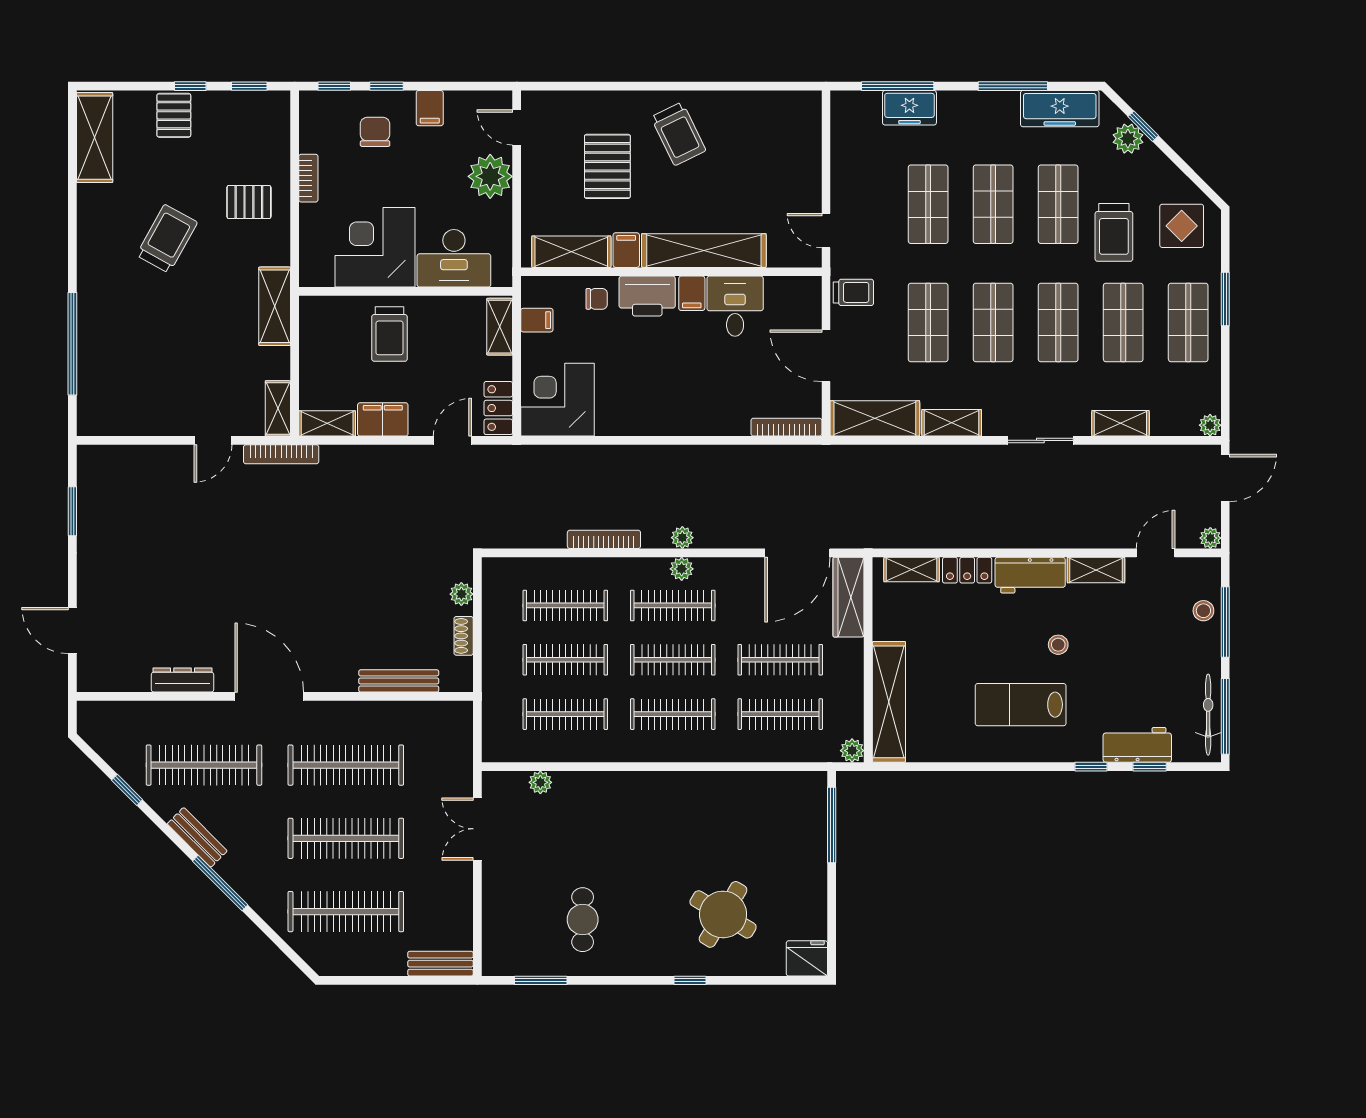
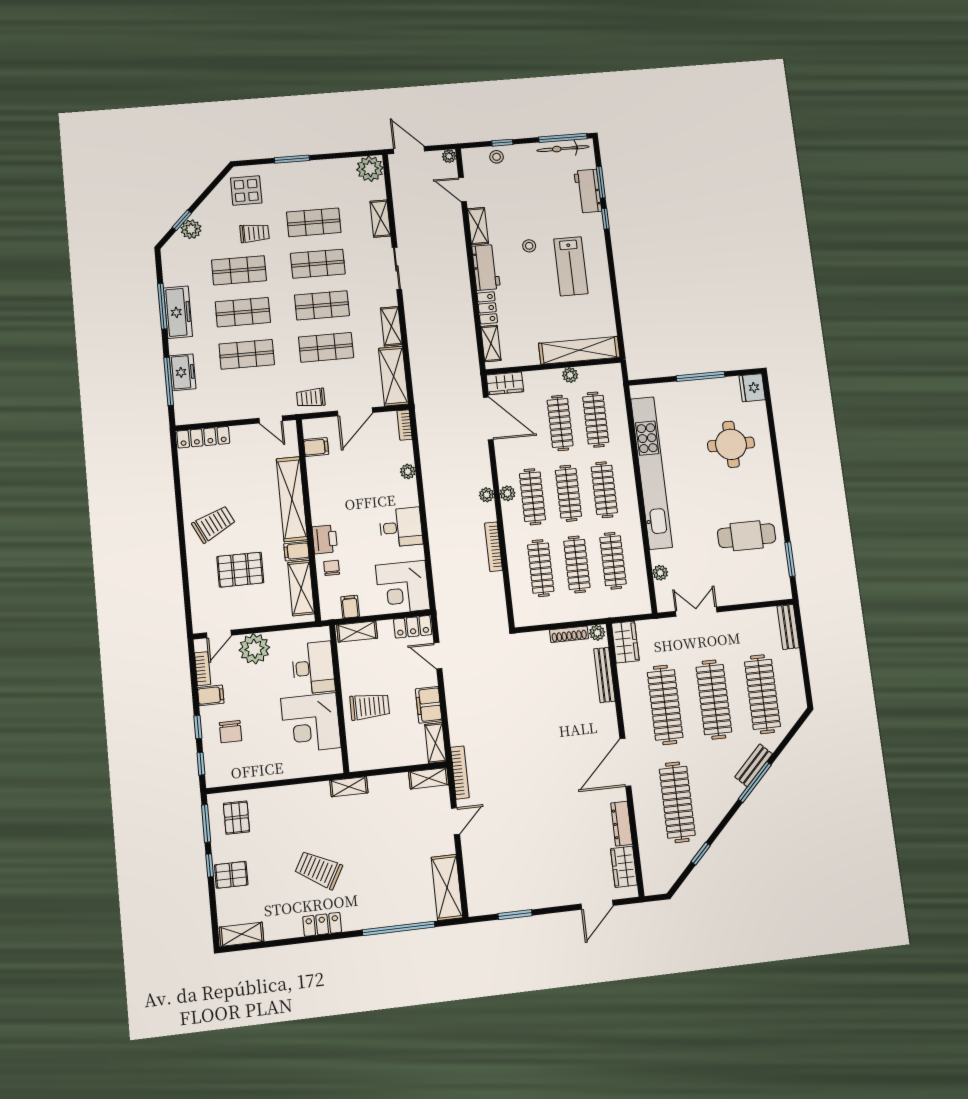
window: (249, 86) -> (206, 823), width x1.50
freezer: (1060, 109) -> (178, 312), moved
locker: (809, 130) -> (203, 437), added
chair: (375, 132) -> (231, 732), turned -90
shelving: (95, 138) -> (242, 934), width x0.67, depth x0.75
bookcase: (308, 178) -> (203, 669), moved, turned 90
pallet: (249, 202) -> (236, 818), moved
door: (826, 231) -> (271, 420), hinge flipped
trolley: (1114, 232) -> (254, 233), width x0.73, depth x0.72
locker: (91, 237) -> (322, 924), added
trolley: (853, 292) -> (311, 398), turned -90
filing cabinet: (692, 293) -> (316, 447), moved
printer: (647, 296) -> (325, 539), width x0.73, depth x0.84
shelving: (275, 306) -> (349, 787), width x0.67, depth x0.75
desk: (735, 306) -> (401, 527), moved, turned 180
shop shelf: (1188, 322) -> (310, 181), removed
shelving: (121, 418) -> (447, 887), added
plant: (729, 425) -> (408, 471), added
plant: (1210, 425) -> (370, 169), width x1.87, depth x1.87
bookcase: (786, 427) -> (405, 425), width x0.64
door: (213, 440) -> (455, 821), hinge flipped
plant: (461, 594) -> (597, 633), moved
wardrobe: (848, 597) -> (505, 383), width x0.67
window: (1225, 622) -> (502, 143), width x0.46
shoe rack: (464, 636) -> (569, 634), width x1.43
wardrobe: (121, 676) -> (624, 867), added
wardrobe: (443, 718) -> (625, 642), added
plant: (852, 751) -> (570, 375), moved
window: (1150, 767) -> (601, 182), width x1.50
kitchen unit: (692, 788) -> (652, 473), added
window: (832, 825) -> (701, 376), moved
double door: (477, 829) -> (696, 612), swing flipped
bench: (197, 837) -> (754, 765), moved
round table: (723, 914) -> (731, 444), turned -31
cafe table: (583, 920) -> (747, 536), width x1.37, depth x1.35
window: (690, 980) -> (777, 462), removed

